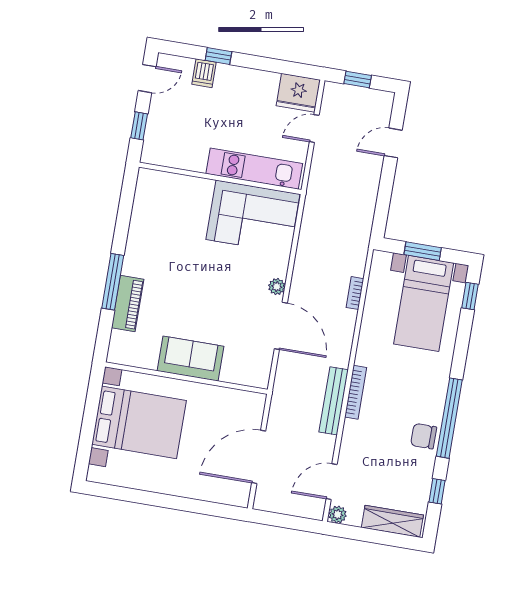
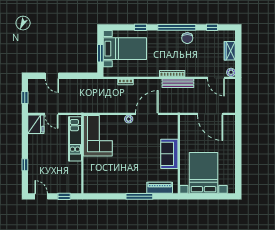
dishwasher: (204, 73) -> (34, 170), removed
window: (470, 296) -> (140, 27), moved
piano: (128, 304) -> (160, 188), moved
wardrobe: (392, 521) -> (230, 51), width x0.67

